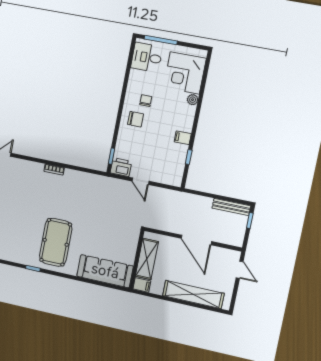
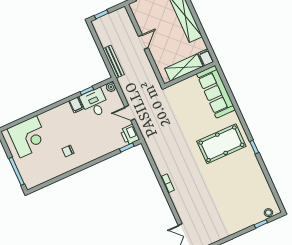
desk: (147, 57) -> (95, 103), moved, turned 180
plant: (193, 100) -> (111, 87), moved
chair: (136, 119) -> (87, 149), removed
door: (140, 181) -> (130, 113), swing flipped
bench: (231, 207) -> (114, 62), moved
door: (196, 240) -> (143, 42), width x0.53

